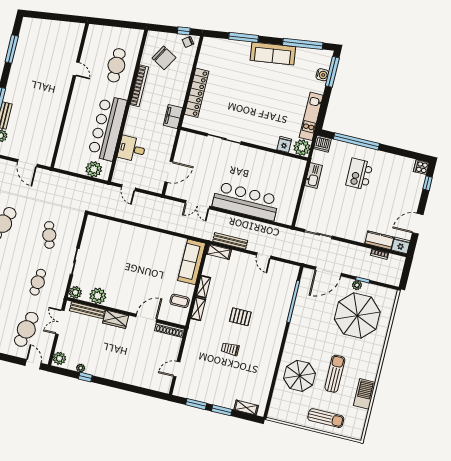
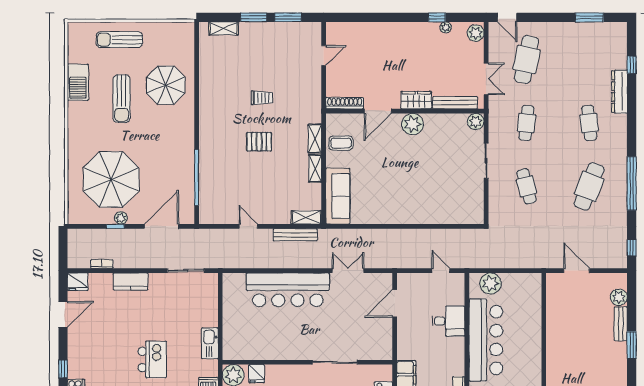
kitchen counter: (379, 240) -> (131, 282), moved
plant: (98, 296) -> (412, 124), moved

